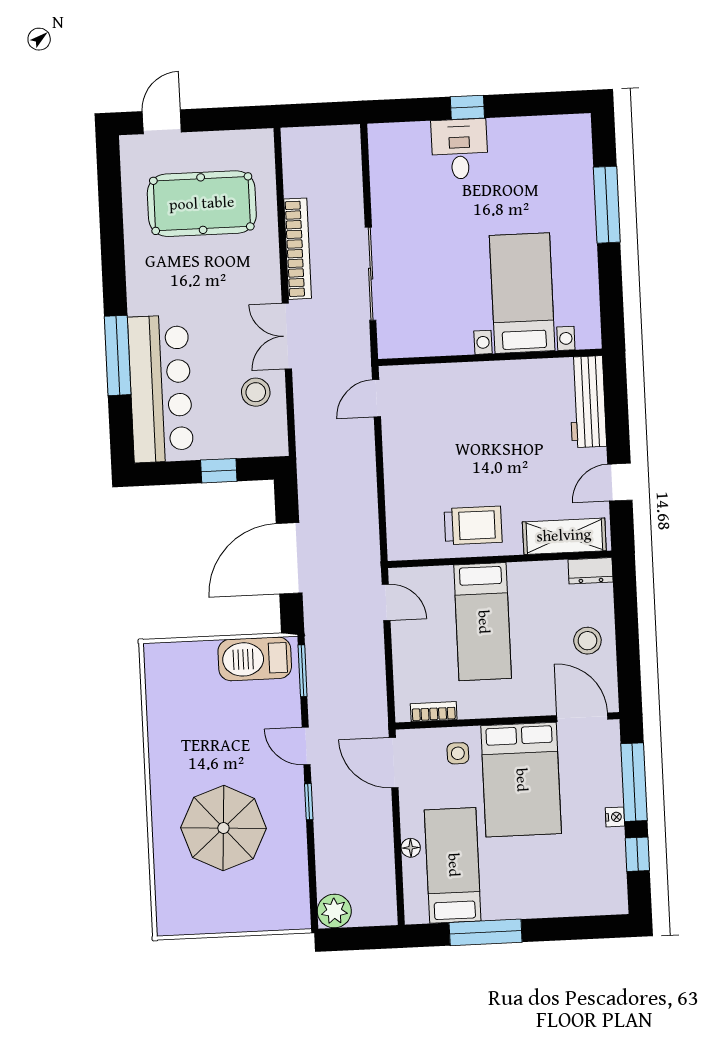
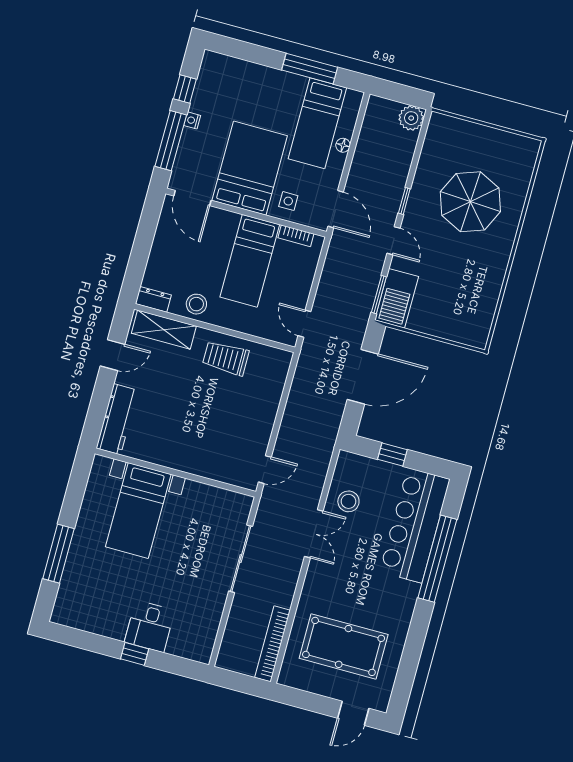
bookcase: (298, 249) -> (273, 644), moved
window: (118, 355) -> (437, 559), width x1.46
bed: (483, 622) -> (250, 261), moved, turned 180
stool: (587, 641) -> (196, 304), moved
barbecue: (255, 659) -> (397, 298), moved, turned 90

